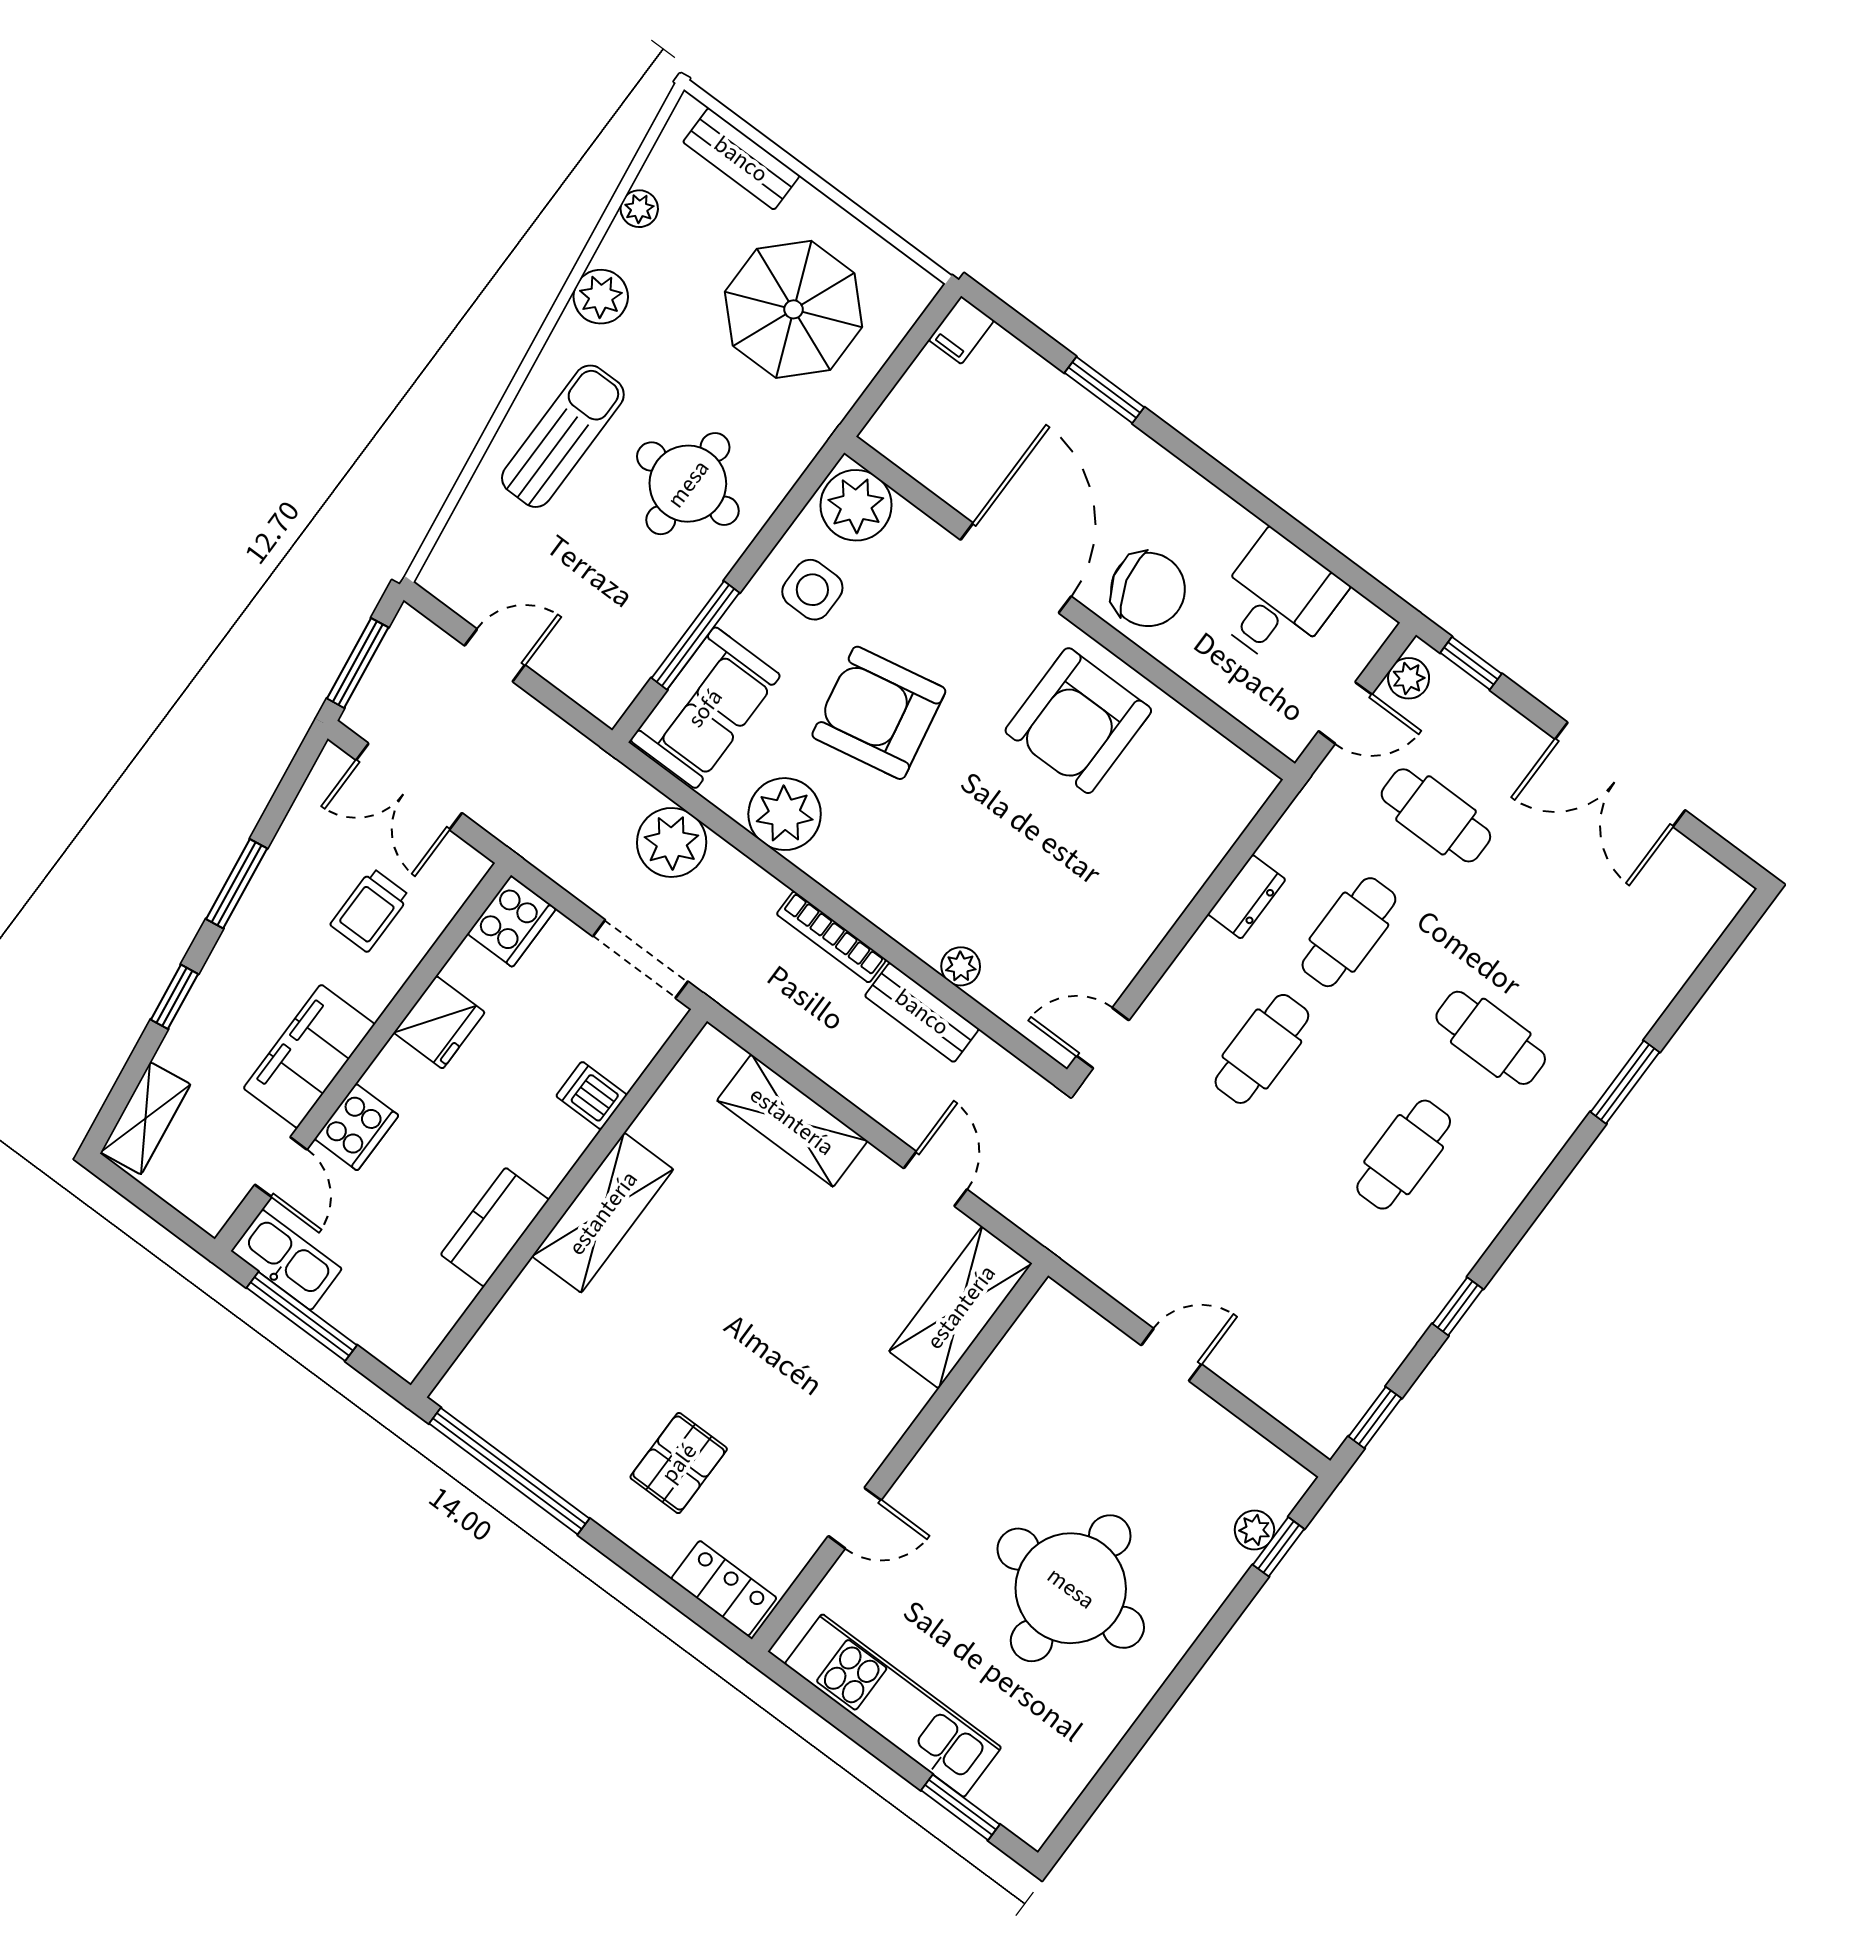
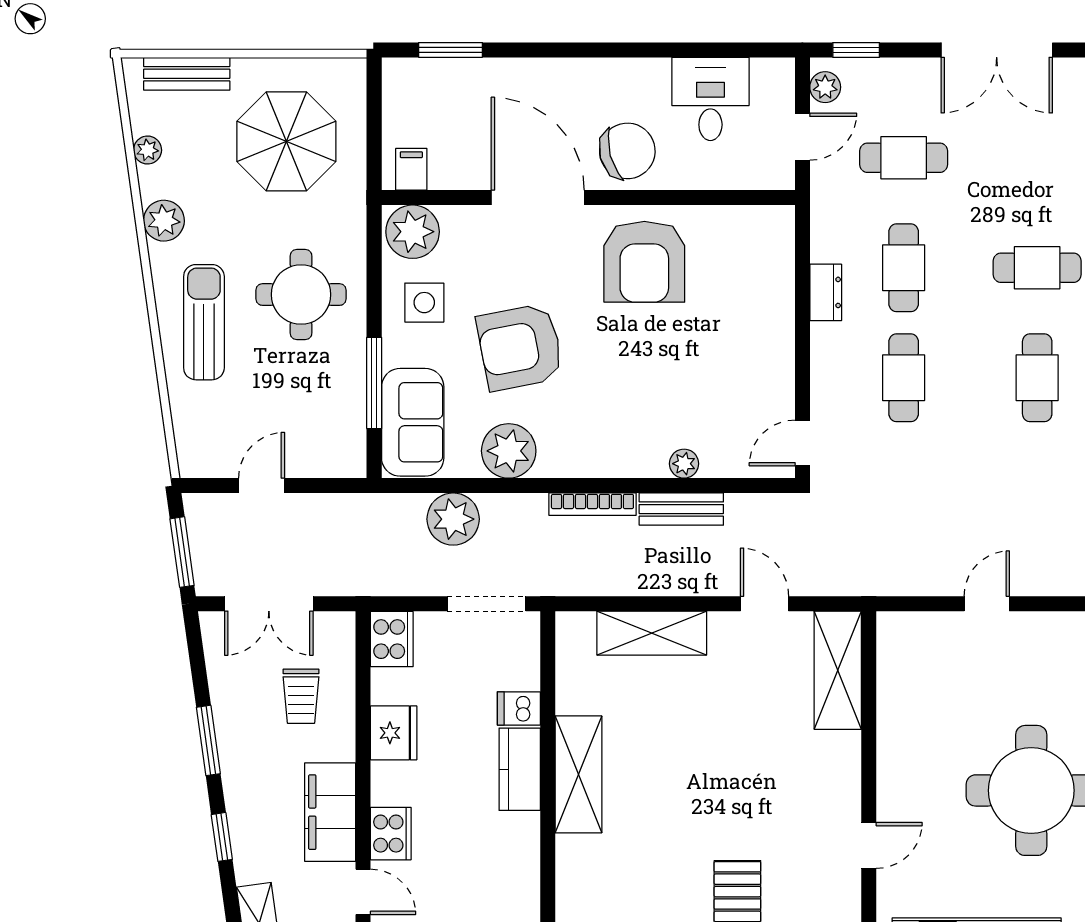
filing cabinet: (961, 330) -> (411, 169), moved, turned 180
window: (1104, 390) -> (450, 50), moved
kitchen counter: (495, 1227) -> (520, 769), moved

